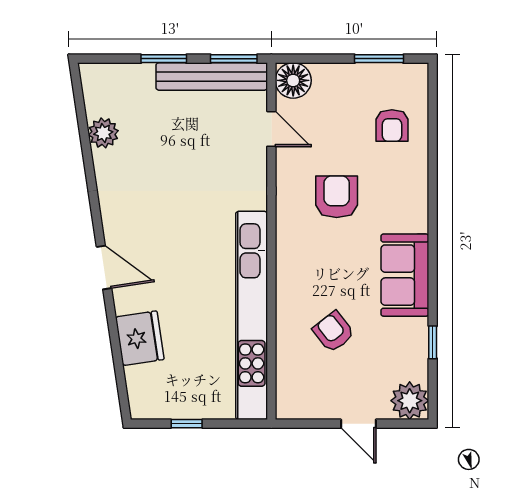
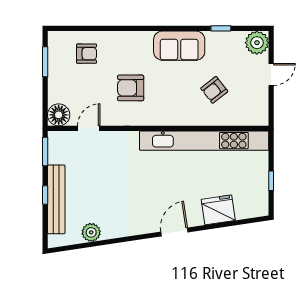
window: (164, 59) -> (45, 195), width x0.67
bench: (212, 76) -> (56, 199), moved

